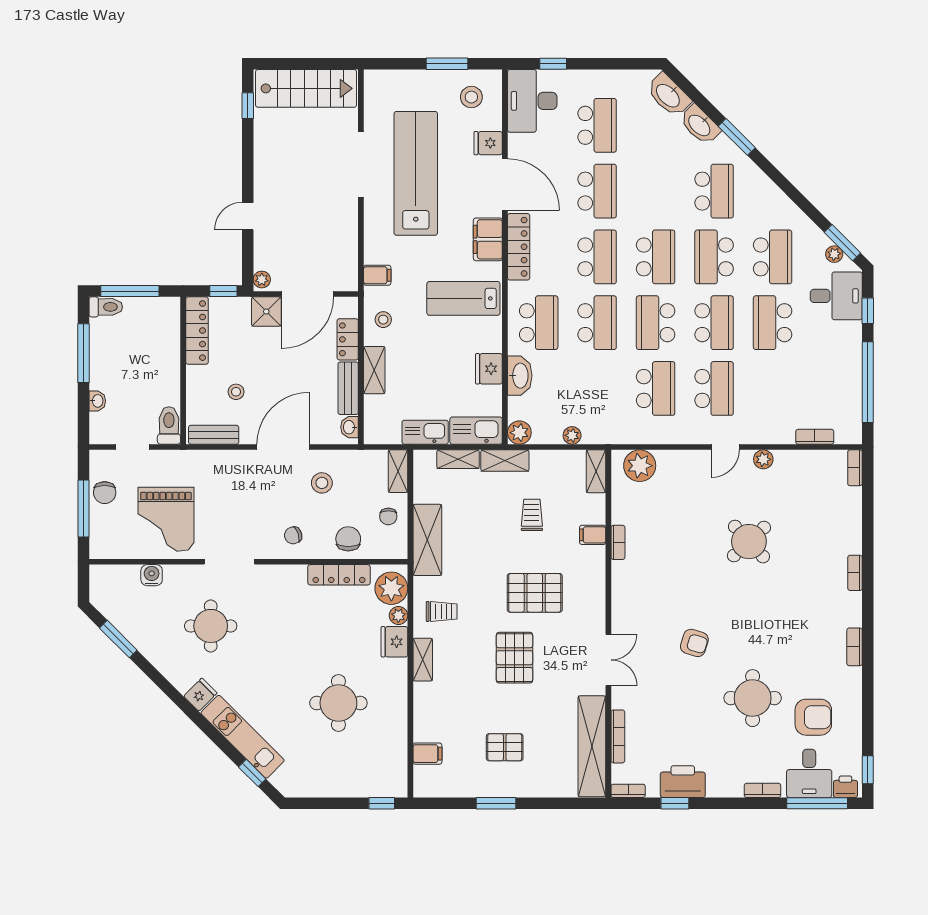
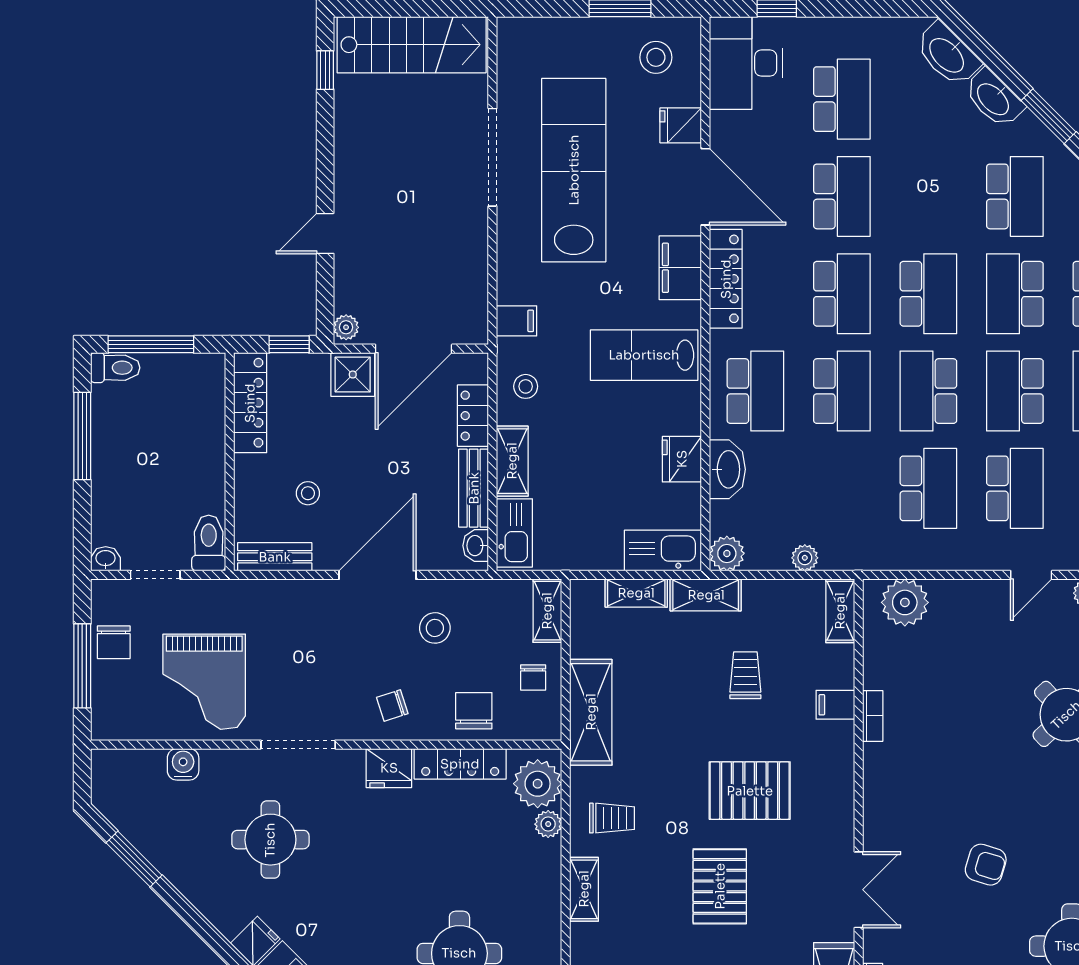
school desk: (714, 323) -> (1015, 391), turned 180
washbasin: (97, 401) -> (106, 559), moved, turned -90
kitchen sink: (425, 432) -> (514, 533), moved, turned 90
fridge: (394, 642) -> (389, 768), moved, turned -90

